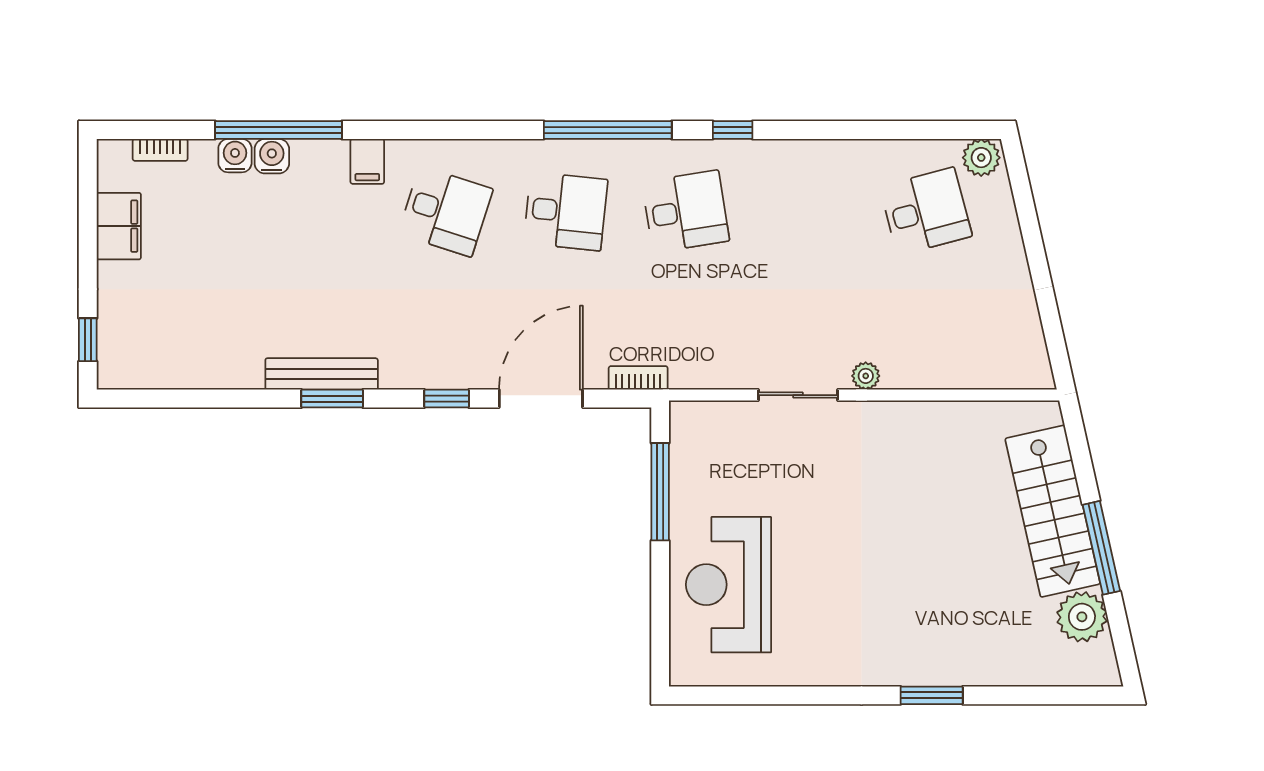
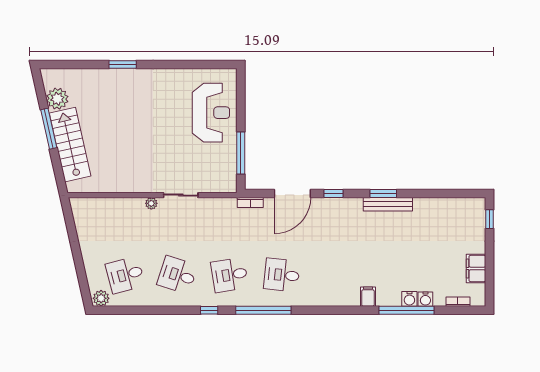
desk: (446, 211) -> (177, 275), moved

